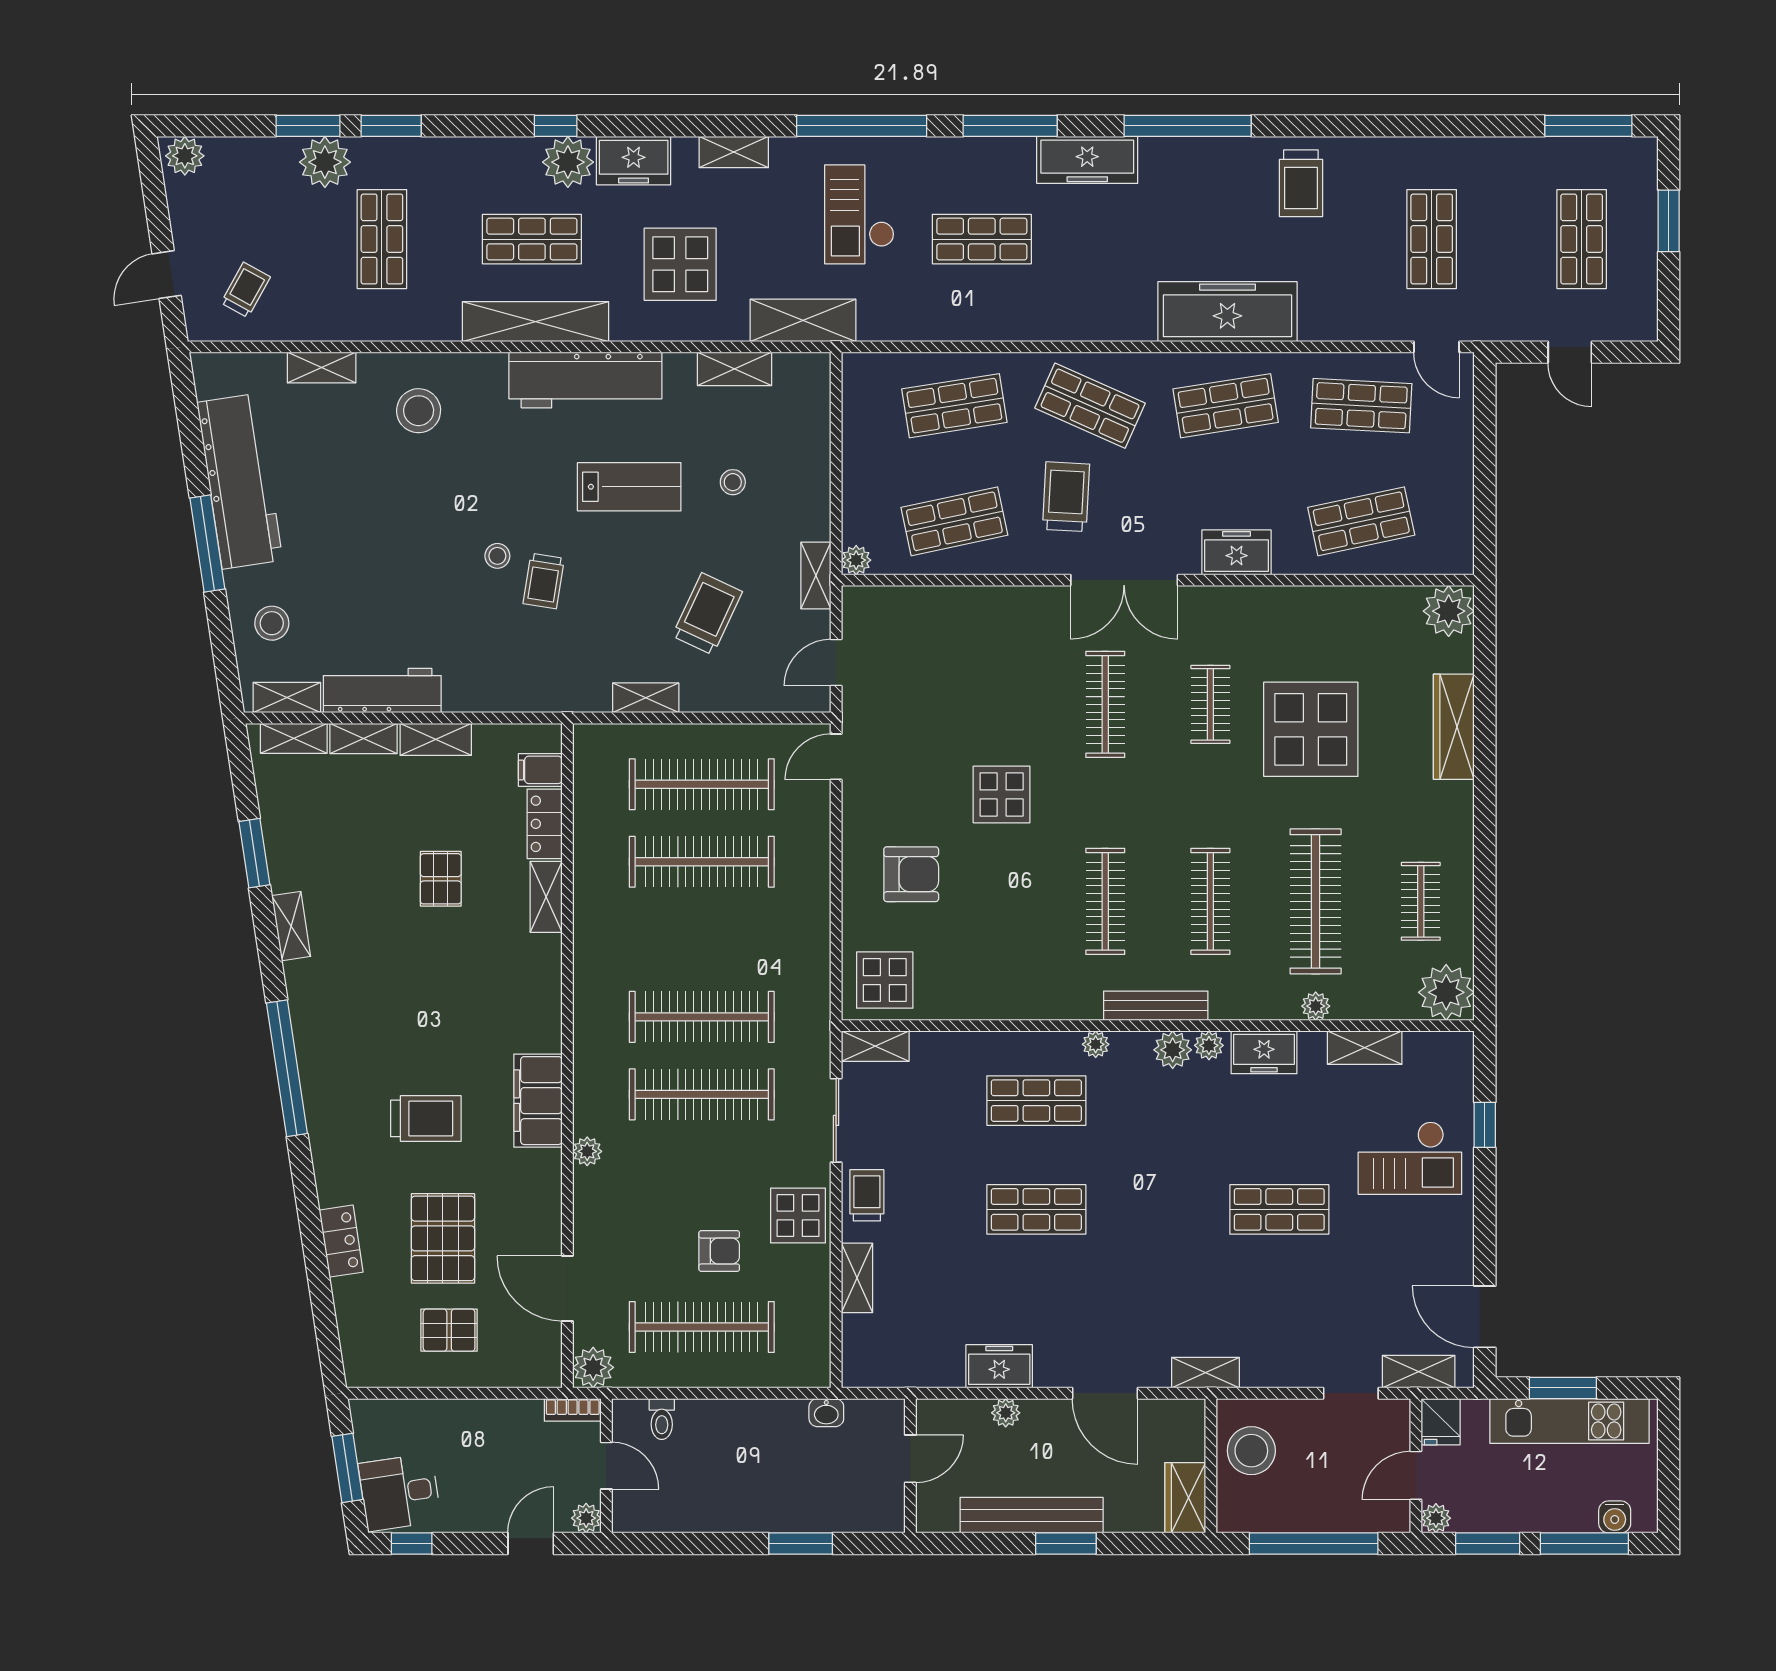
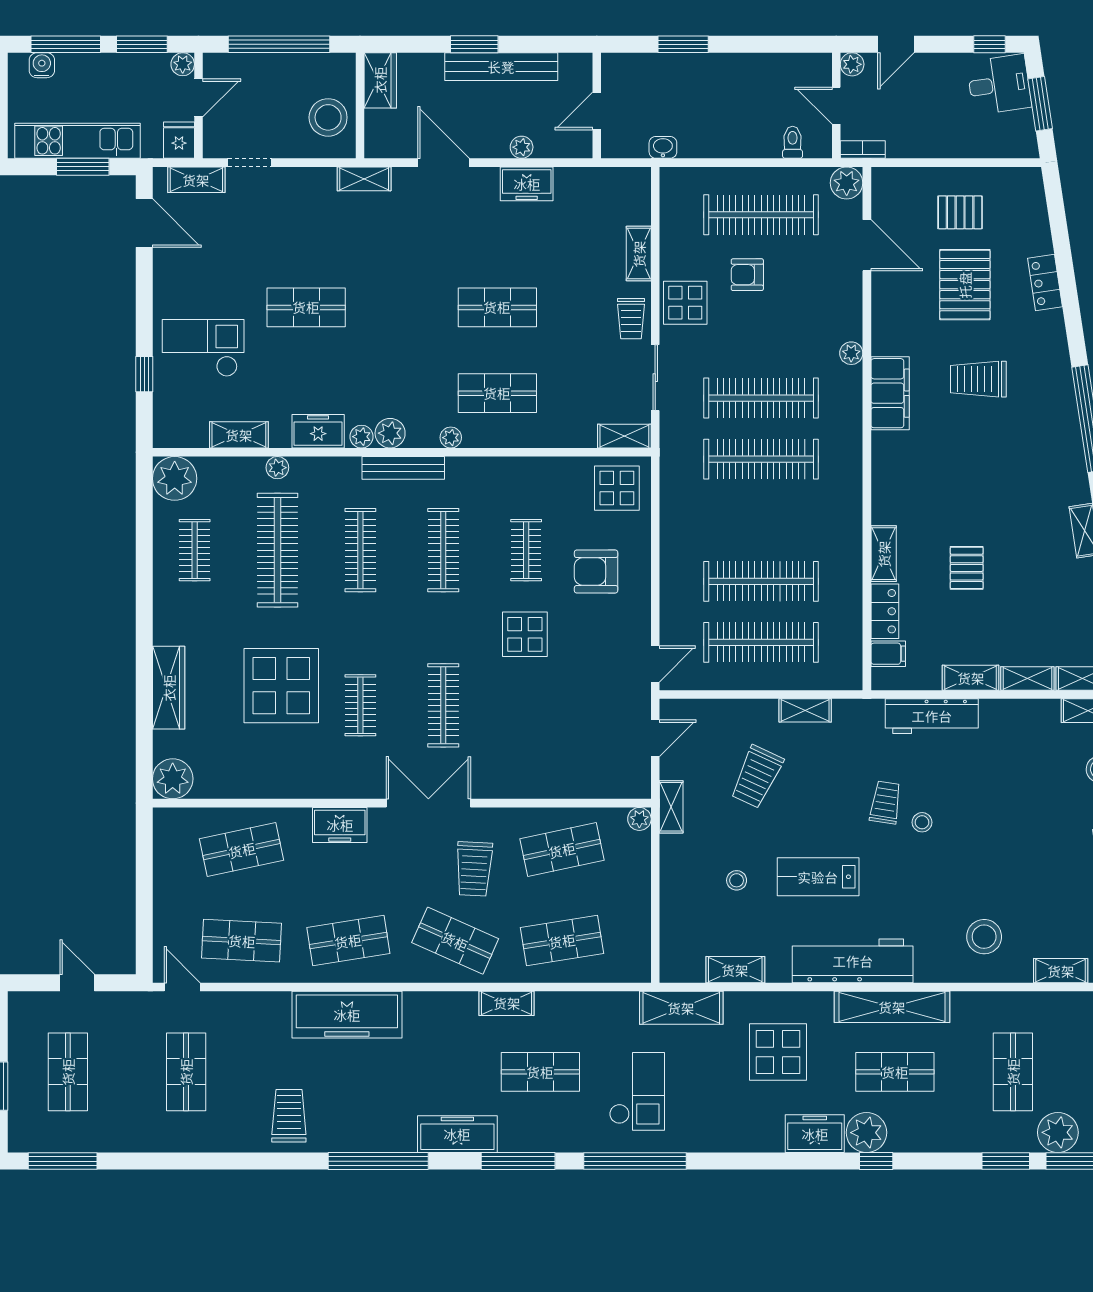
shelving: (734, 152) -> (507, 1003), moved
workbench: (382, 691) -> (932, 716), moved
clothes rail: (1000, 901) -> (526, 550), added

